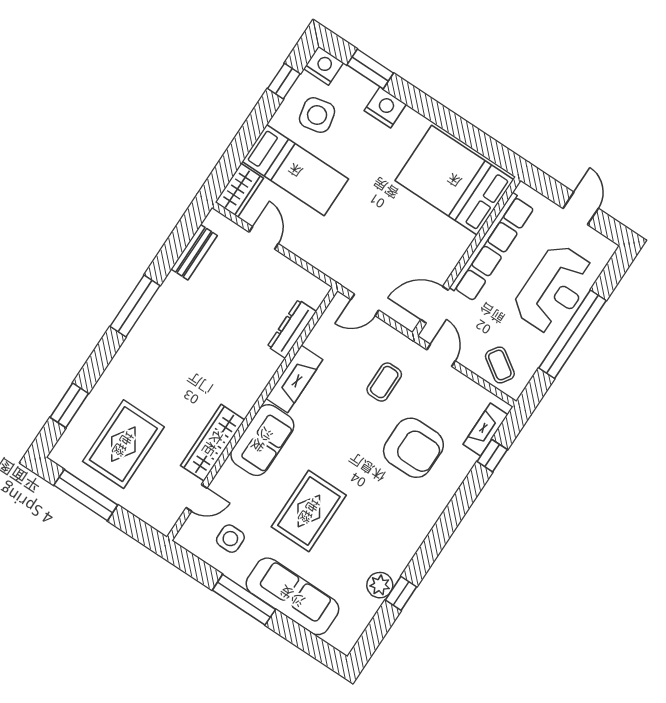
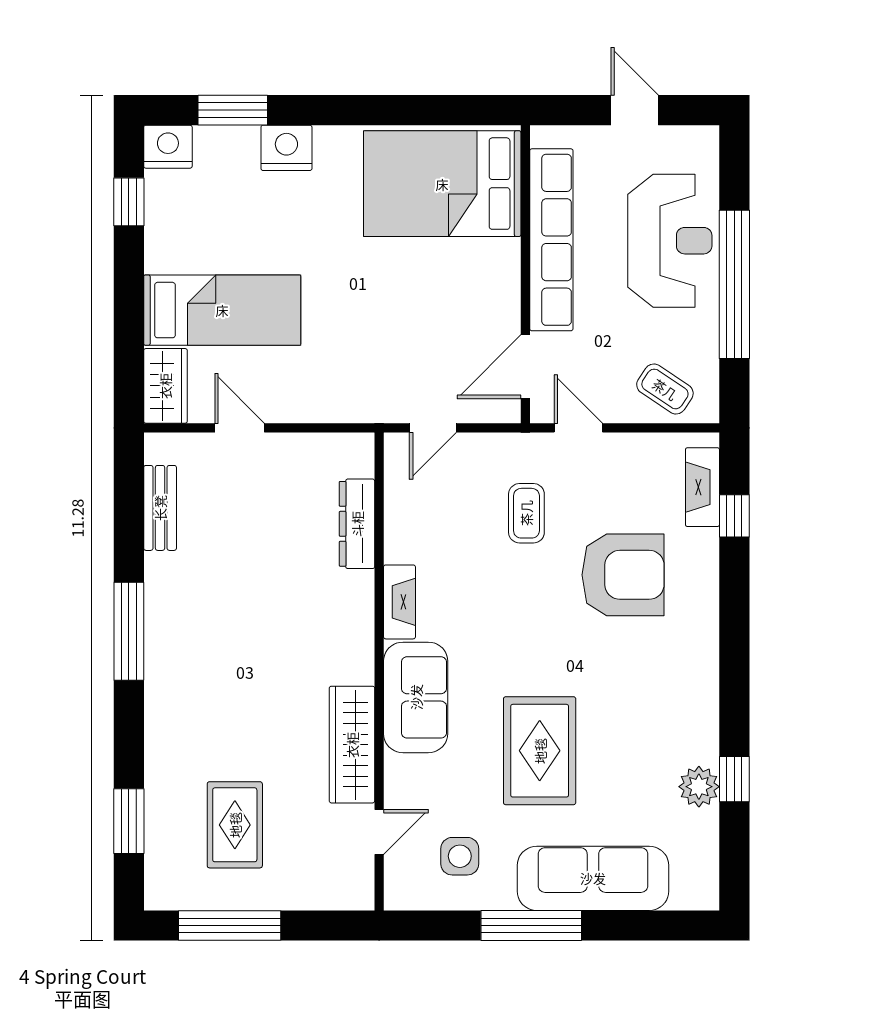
side table: (317, 115) -> (203, 218), removed
fireplace: (294, 379) -> (399, 602), width x0.73, depth x0.76
rug: (123, 444) -> (235, 825), width x0.73, depth x0.70

